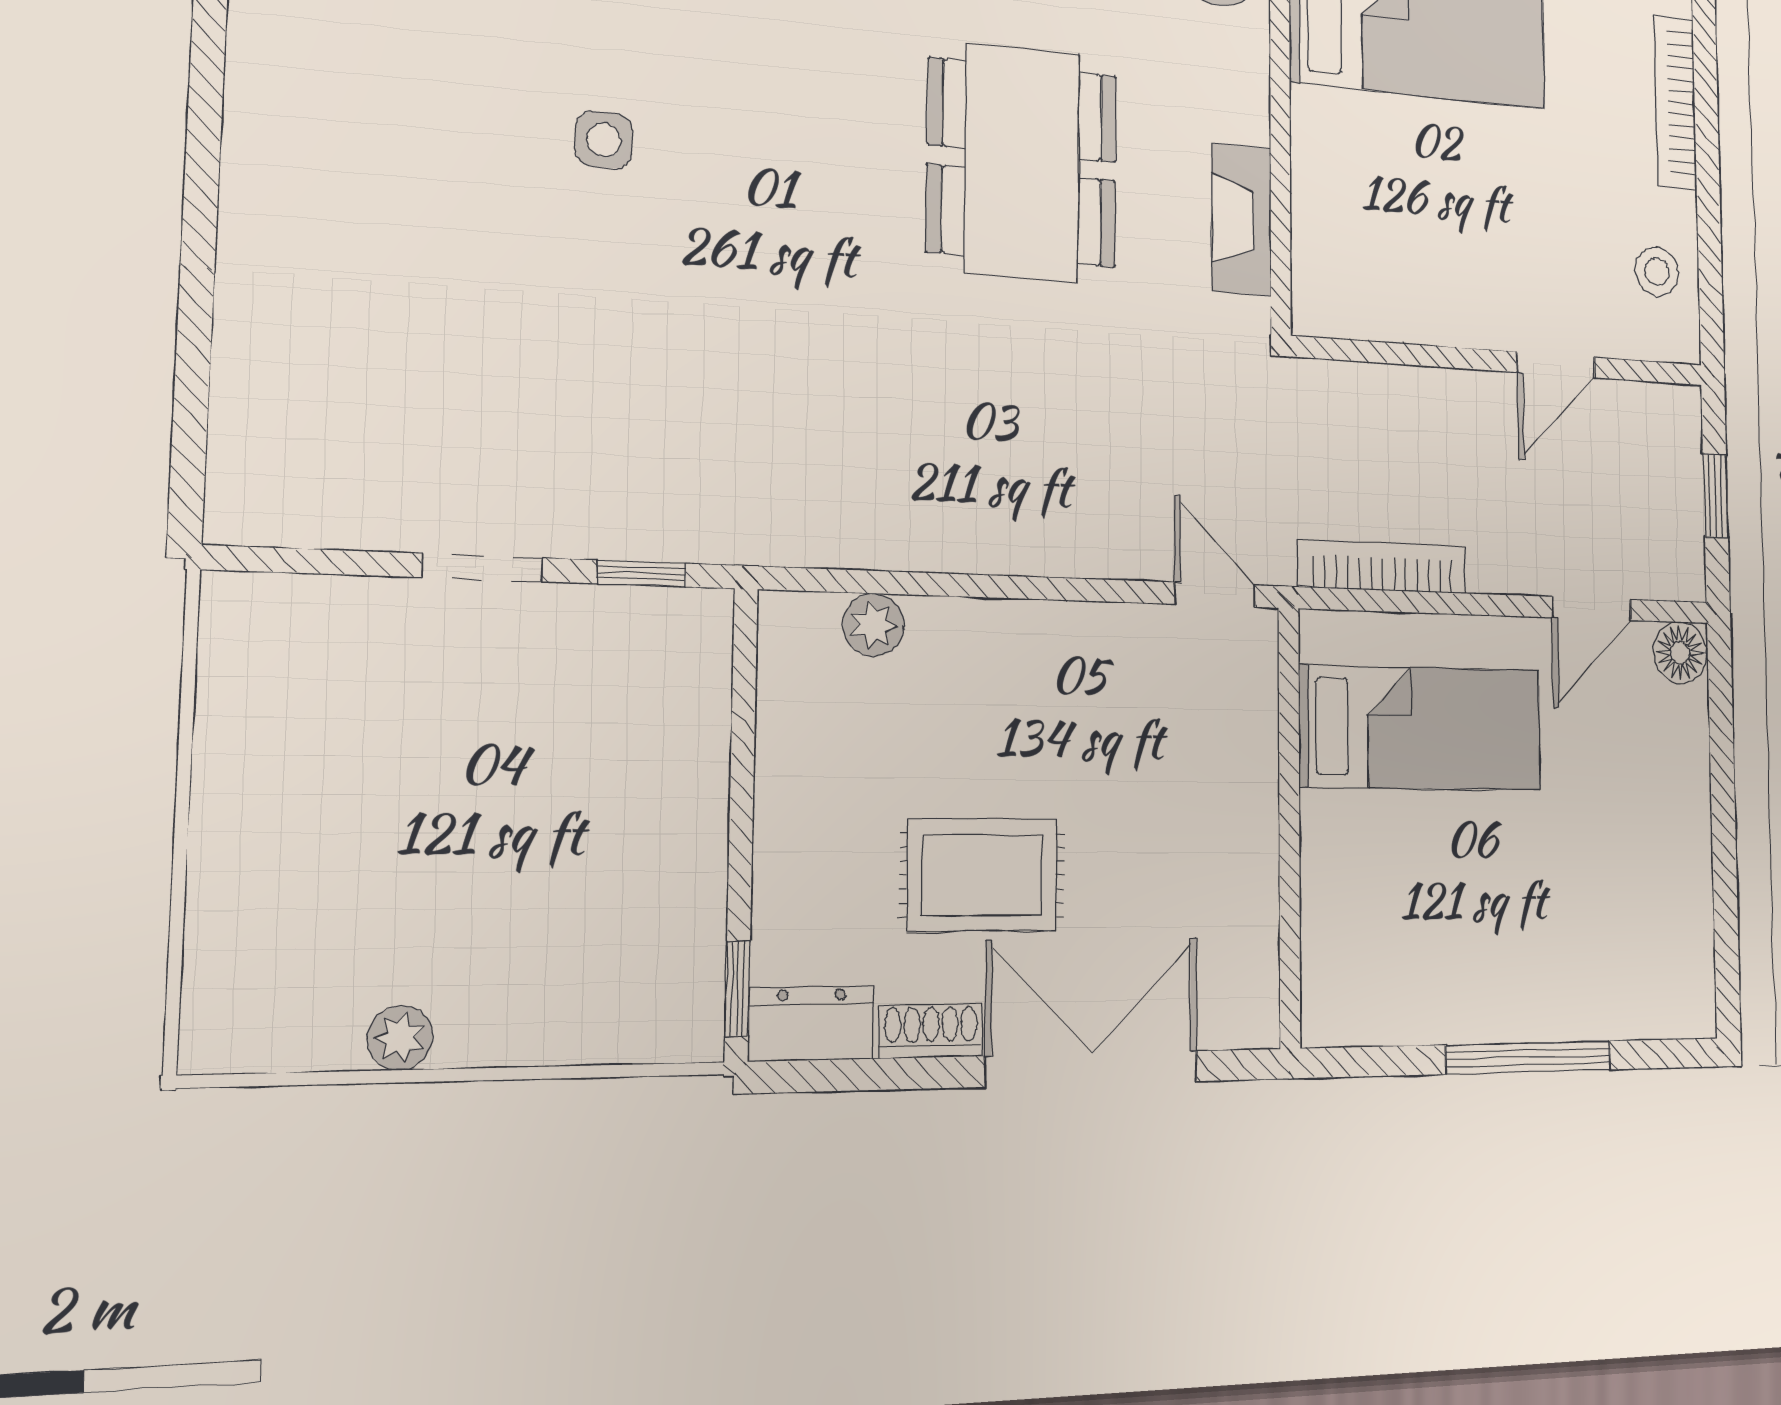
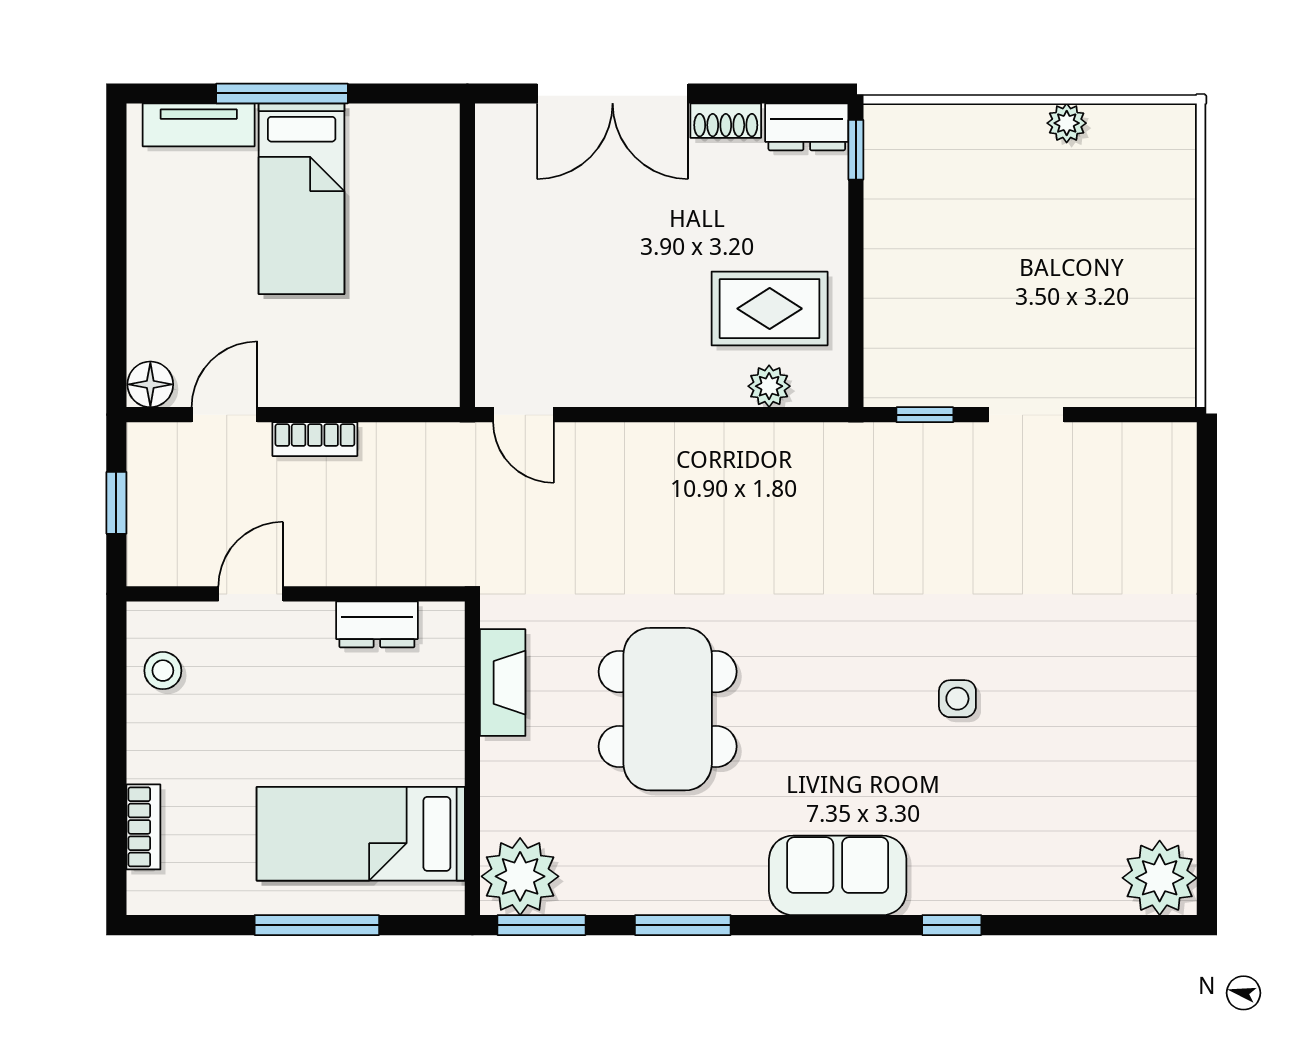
bookcase: (1675, 102) -> (143, 827), width x0.64
dresser: (1402, 312) -> (377, 624), added
bookcase: (1383, 567) -> (315, 439), moved, width x0.64
bed: (1421, 728) -> (302, 199), moved, turned -90
rug: (982, 875) -> (770, 309), moved
tv unit: (1630, 1010) -> (199, 125), added

